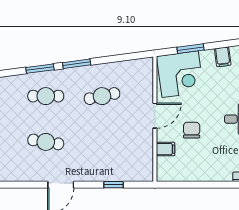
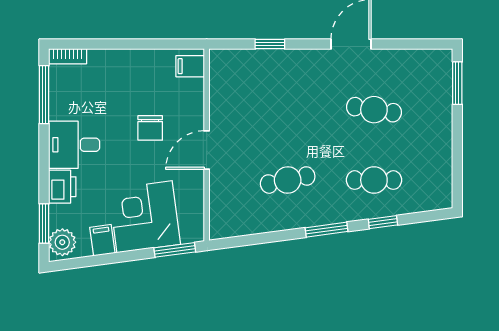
window: (191, 49) -> (175, 250), moved
window: (40, 69) -> (383, 222), width x0.67
corner desk: (180, 74) -> (145, 217), moved
filing cabinet: (166, 149) -> (190, 66), moved

